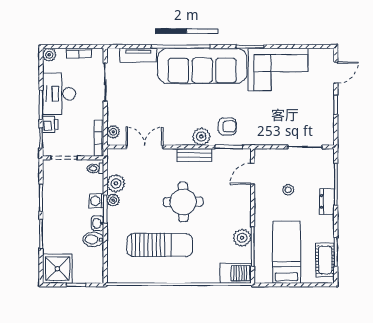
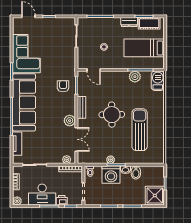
plant: (201, 137) -> (70, 121), moved
double door: (145, 147) -> (76, 139), swing flipped
plant: (116, 183) -> (100, 158), removed
washing machine: (96, 201) -> (111, 175), width x1.89, depth x1.89
dresser: (327, 201) -> (129, 22), moved

